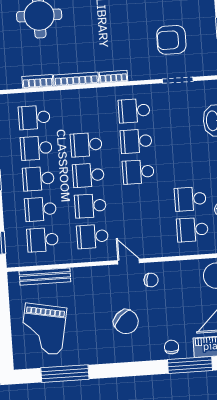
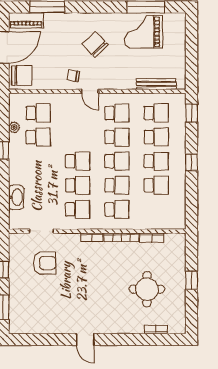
school desk: (34, 117) -> (117, 209), moved
grand piano: (43, 329) -> (143, 32), moved, turned -101
chair: (172, 347) -> (61, 22), removed

